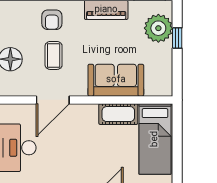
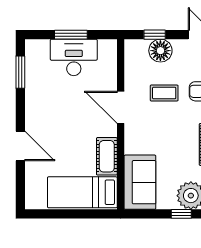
sofa: (116, 80) -> (140, 182), moved
door: (53, 100) -> (121, 107), moved

